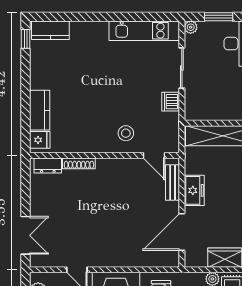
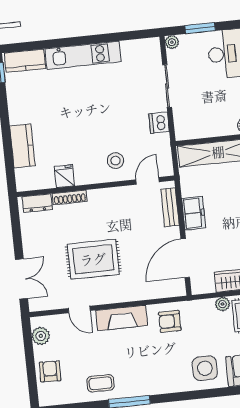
kitchen unit: (144, 31) -> (83, 55), moved
fridge: (40, 140) -> (64, 176), moved, turned -90
door: (154, 155) -> (147, 181), swing flipped
rug: (95, 224) -> (93, 259), added

